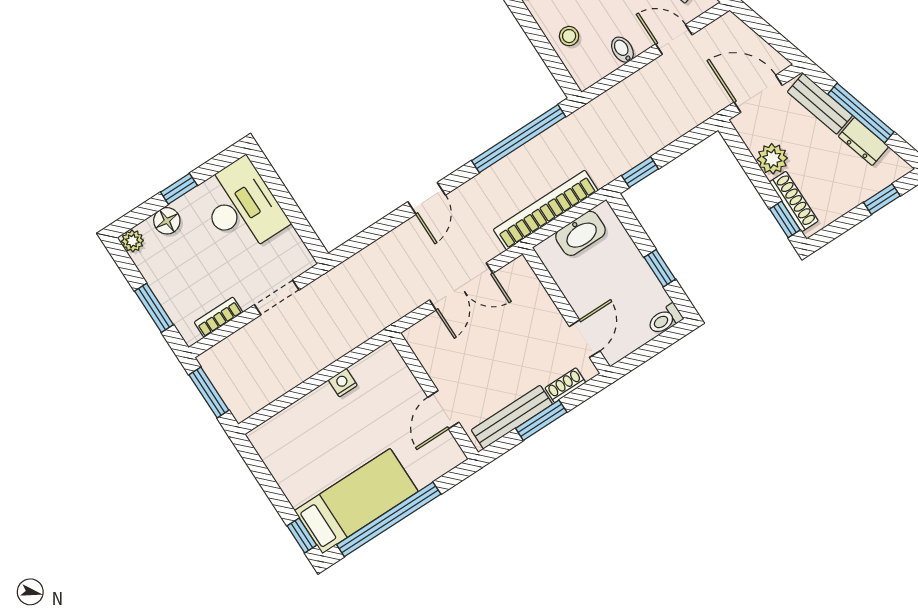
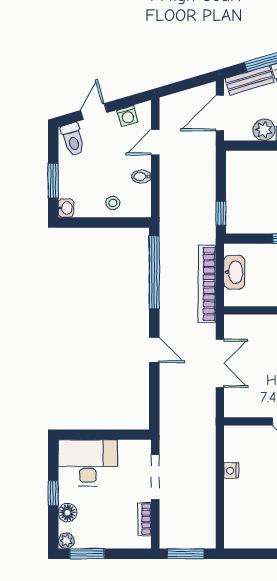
doorway: (277, 297) -> (155, 477), width x1.38
window: (154, 308) -> (87, 554), moved

